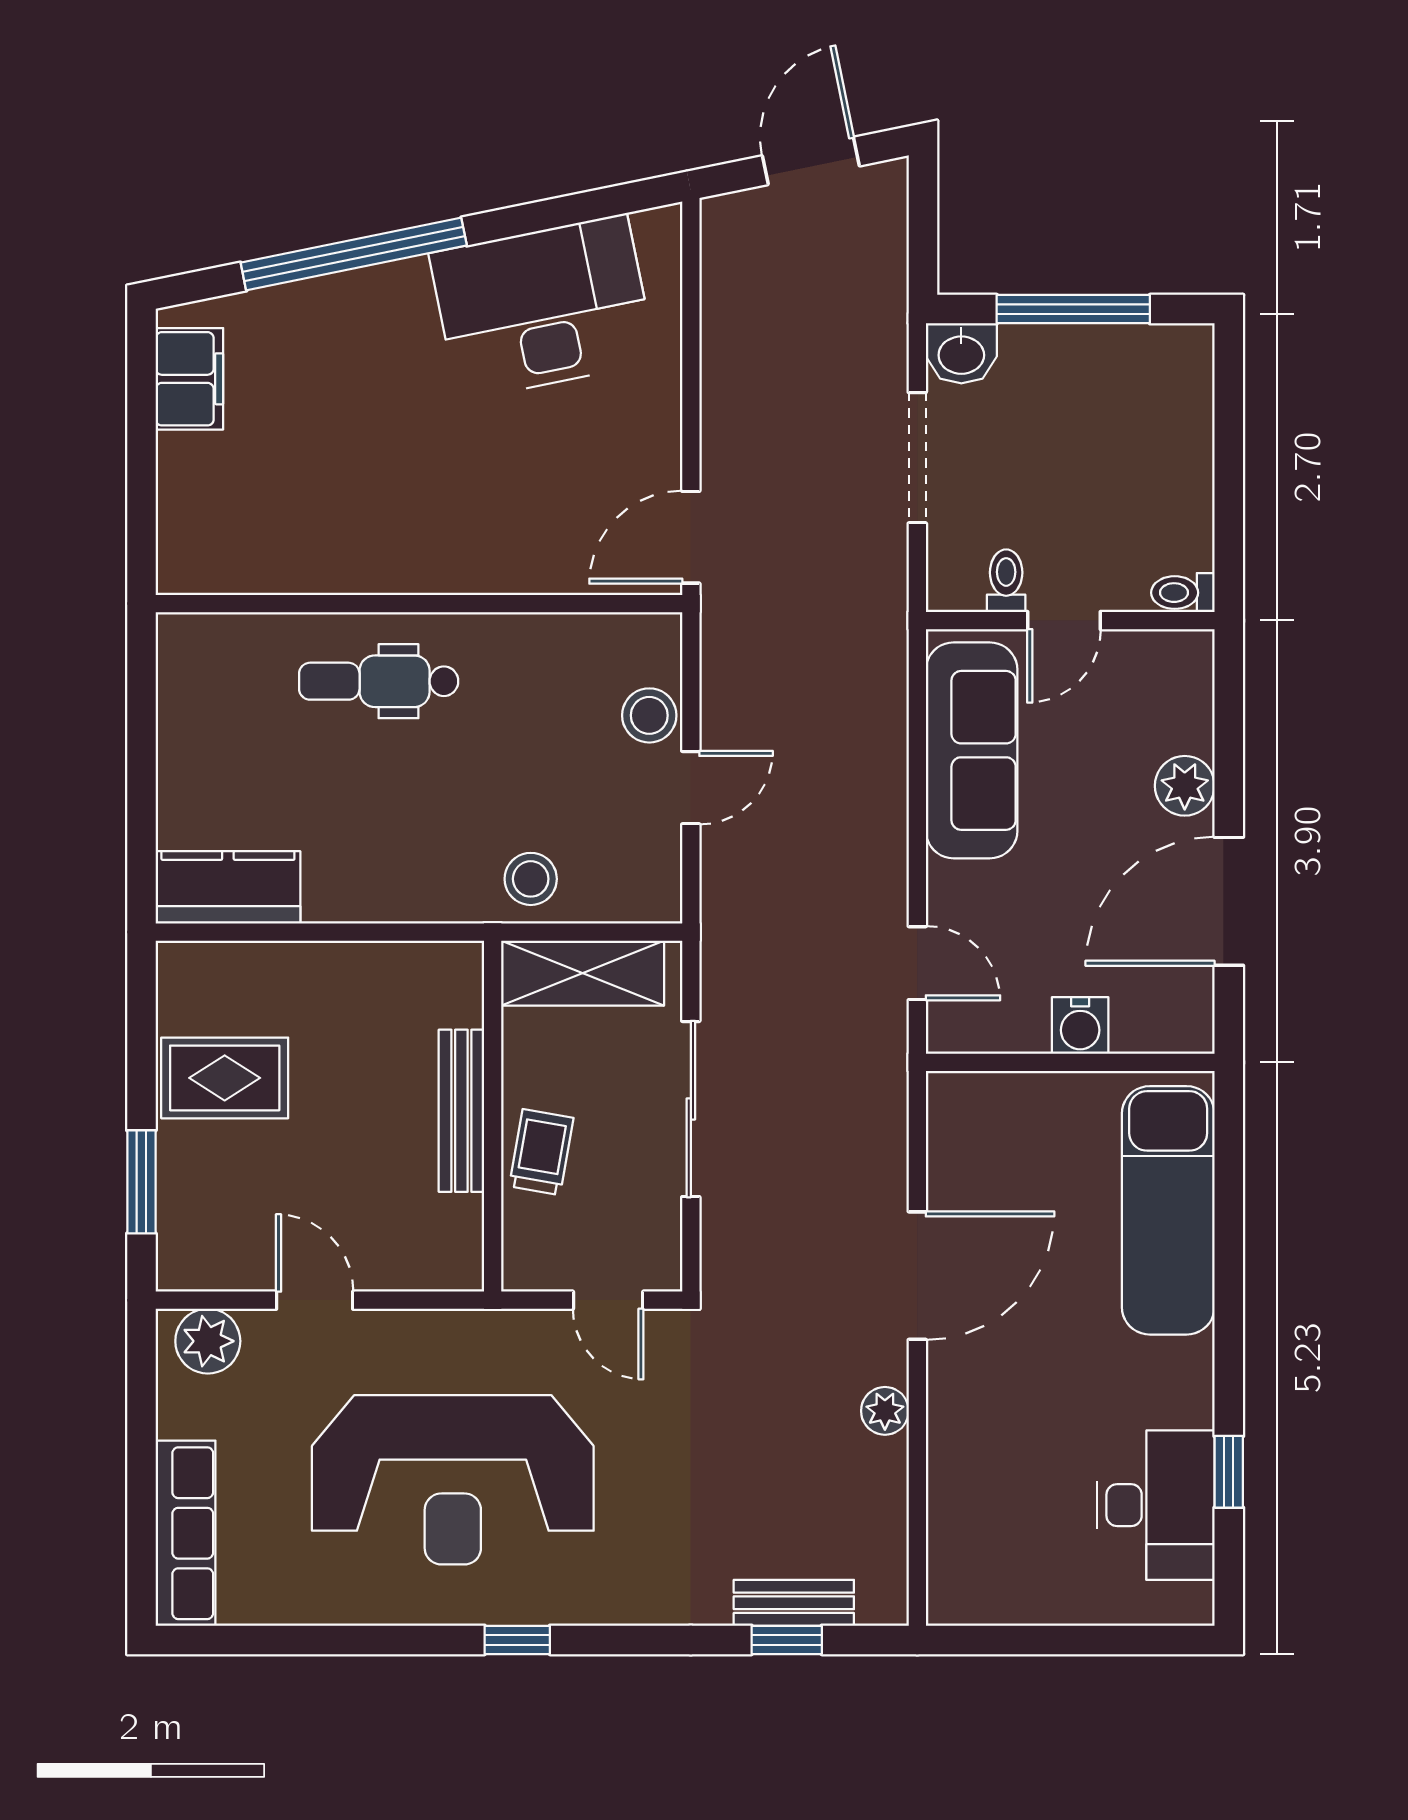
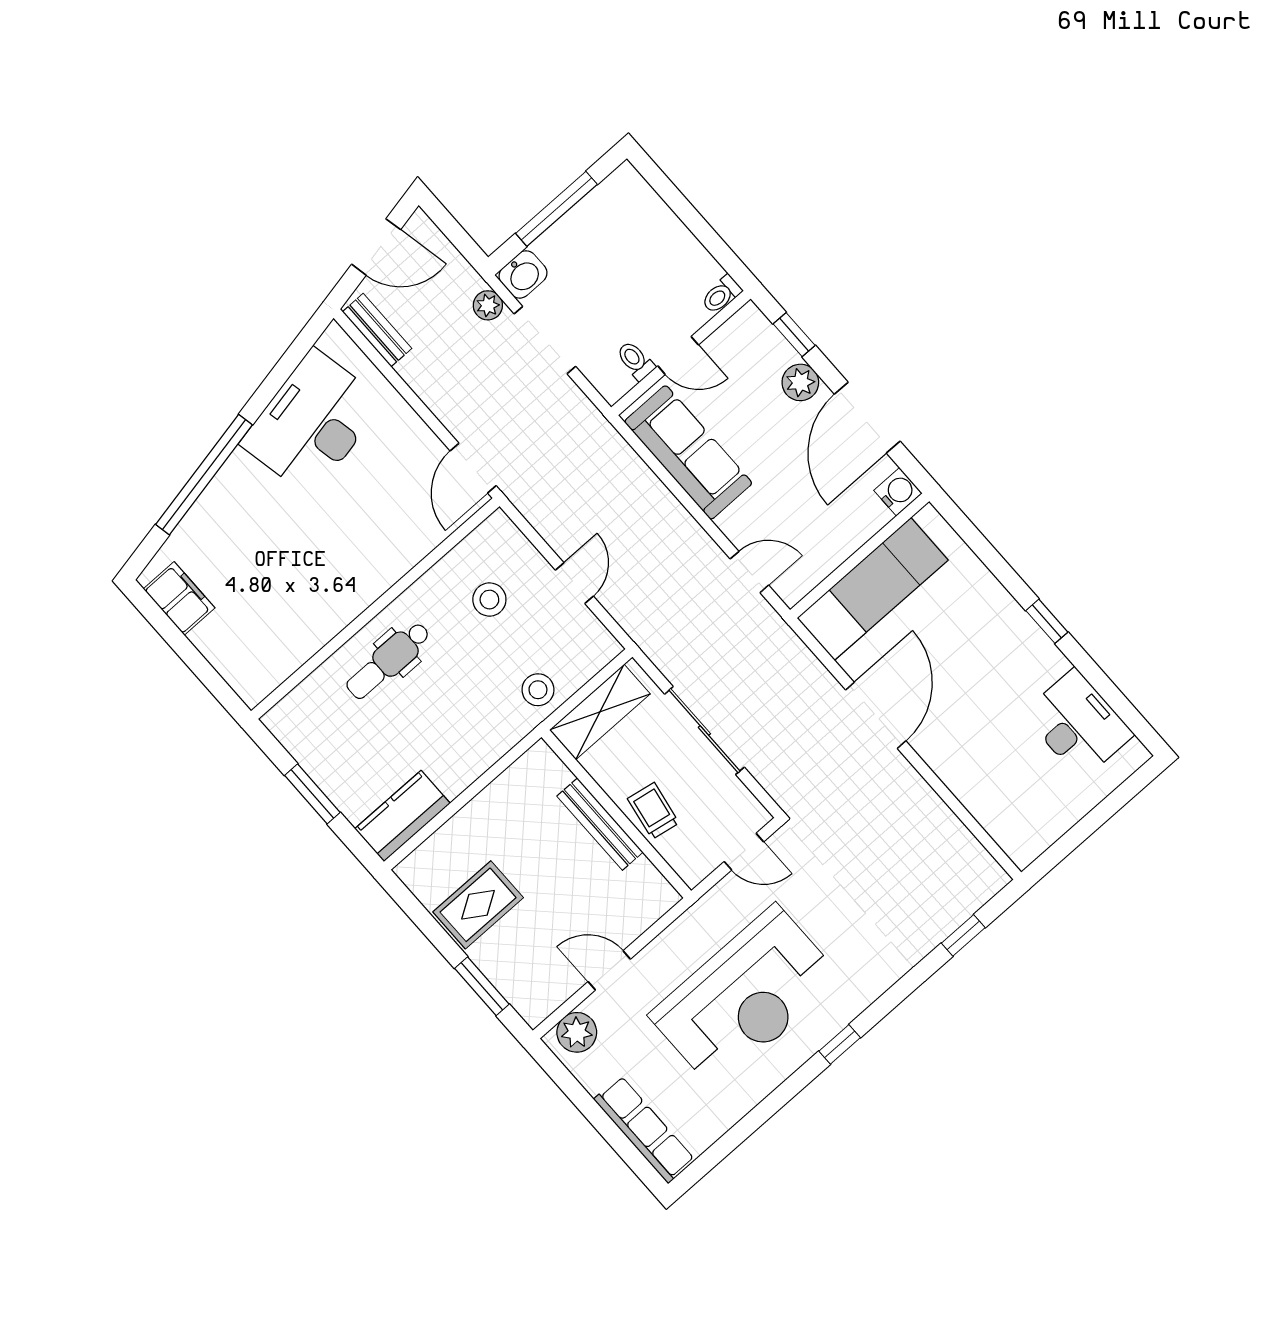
door: (811, 161) -> (376, 247), swing flipped
door: (1064, 621) -> (678, 355), hinge flipped
stool: (649, 715) -> (489, 600), moved
window: (1229, 720) -> (794, 335), added
window: (141, 763) -> (312, 794), added
water cooler: (1080, 1025) -> (898, 492), moved, turned -90
exam couch: (1168, 1210) -> (873, 589), moved, turned -90
plant: (885, 1411) -> (488, 305), moved
window: (1229, 1472) -> (1047, 621), moved
bench: (794, 1603) -> (377, 330), moved, turned 90

